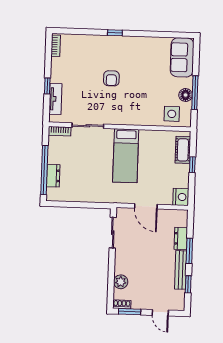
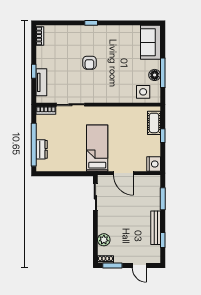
bed: (126, 156) -> (97, 148), moved, turned 180
dresser: (181, 238) -> (155, 200), removed
window: (189, 251) -> (163, 199), moved

